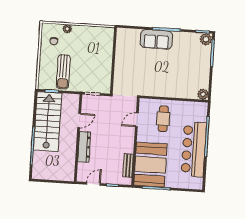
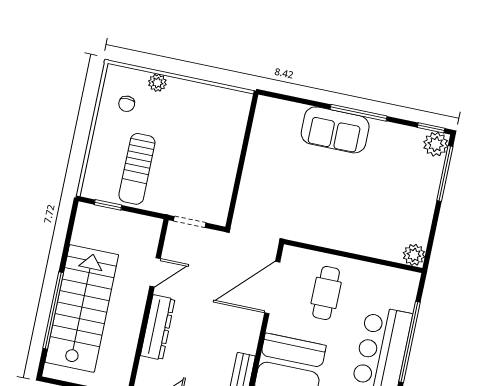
door: (137, 120) -> (272, 288), width x1.88
stairs: (48, 122) -> (82, 308), moved

